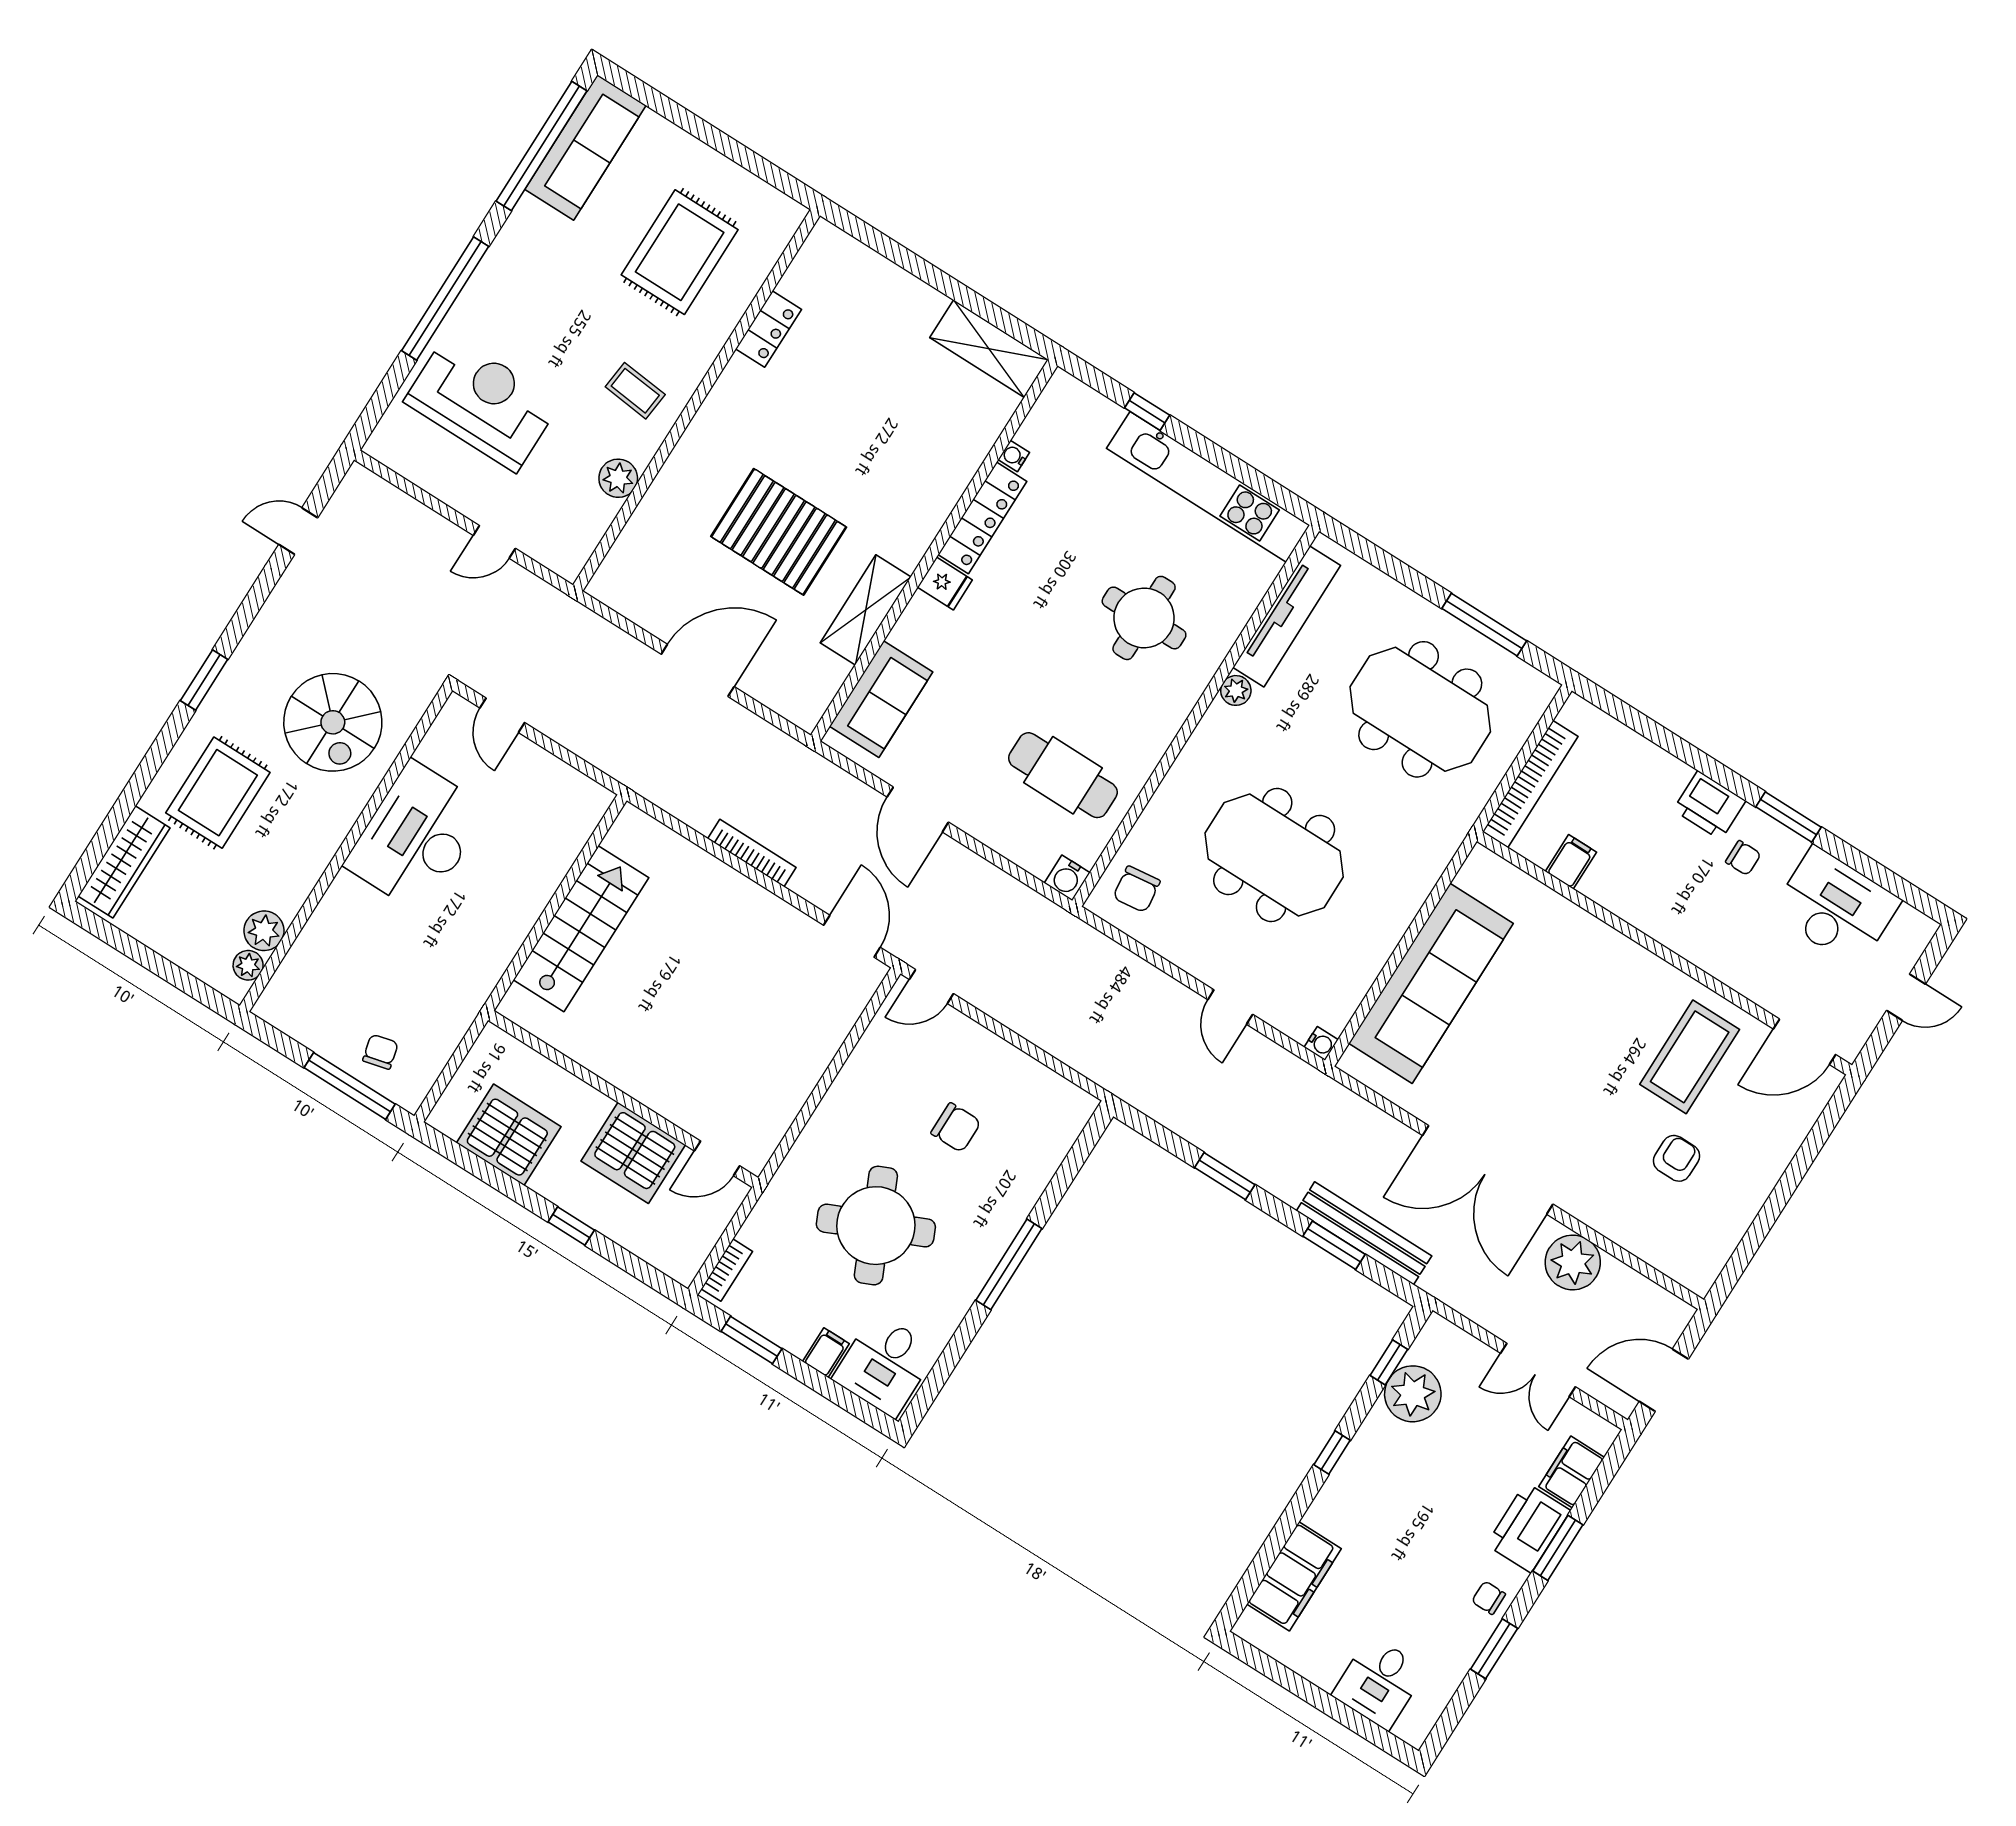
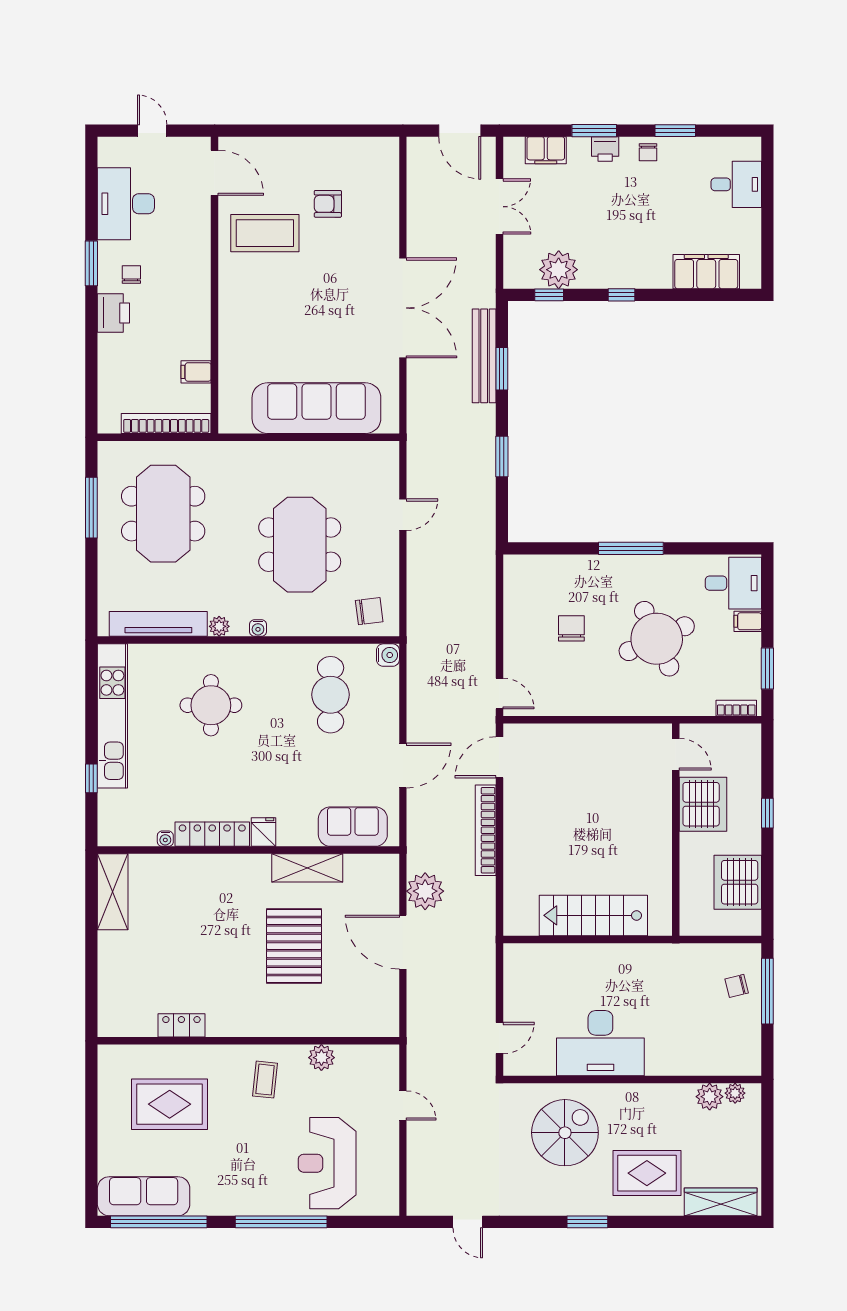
bookcase: (752, 853) -> (486, 830), width x1.48, depth x1.31
water cooler: (1321, 1043) -> (258, 628), moved, turned 180
plant: (1573, 1262) -> (425, 891), moved
printer: (1528, 1528) -> (605, 149), width x0.53, depth x0.68

